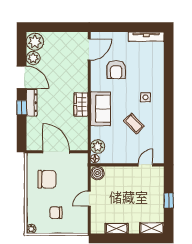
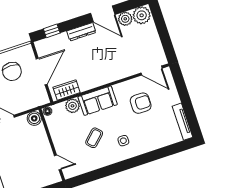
armchair: (116, 70) -> (141, 103), turned 180
door: (22, 77) -> (103, 14), hinge flipped
wardrobe: (81, 104) -> (67, 90), moved
window: (22, 108) -> (52, 31), moved
plant: (98, 147) -> (72, 106), moved

